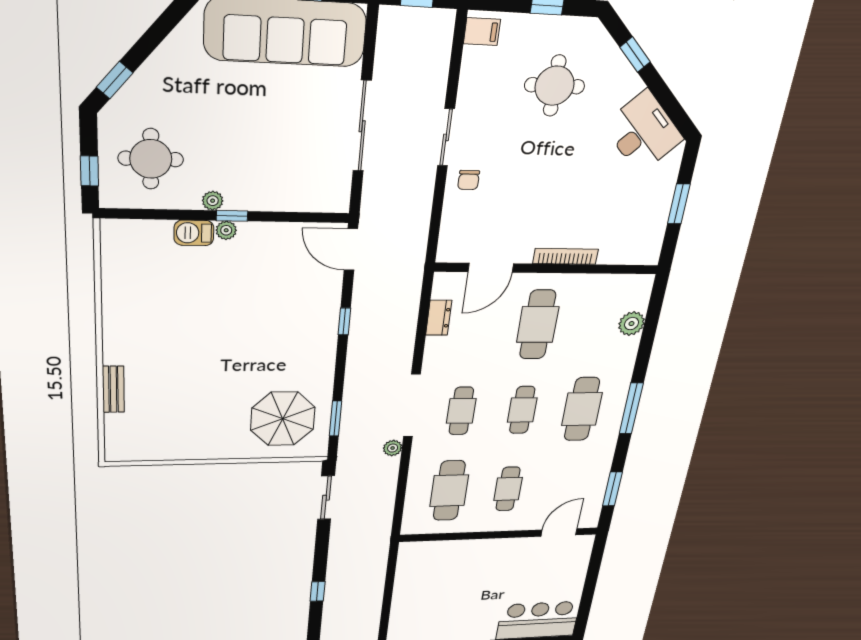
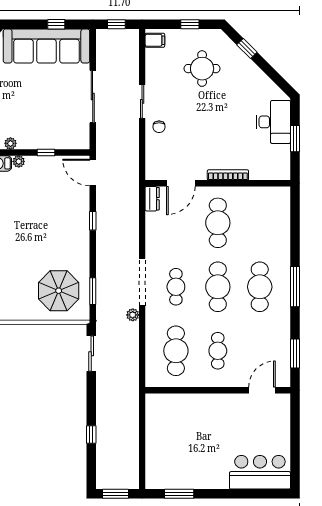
desk: (643, 132) -> (273, 122), moved, turned 45
window: (232, 216) -> (46, 152), moved
dresser: (439, 318) -> (152, 199), moved
plant: (631, 324) -> (282, 222), removed
cafe table: (522, 410) -> (218, 287), width x1.37, depth x1.35

